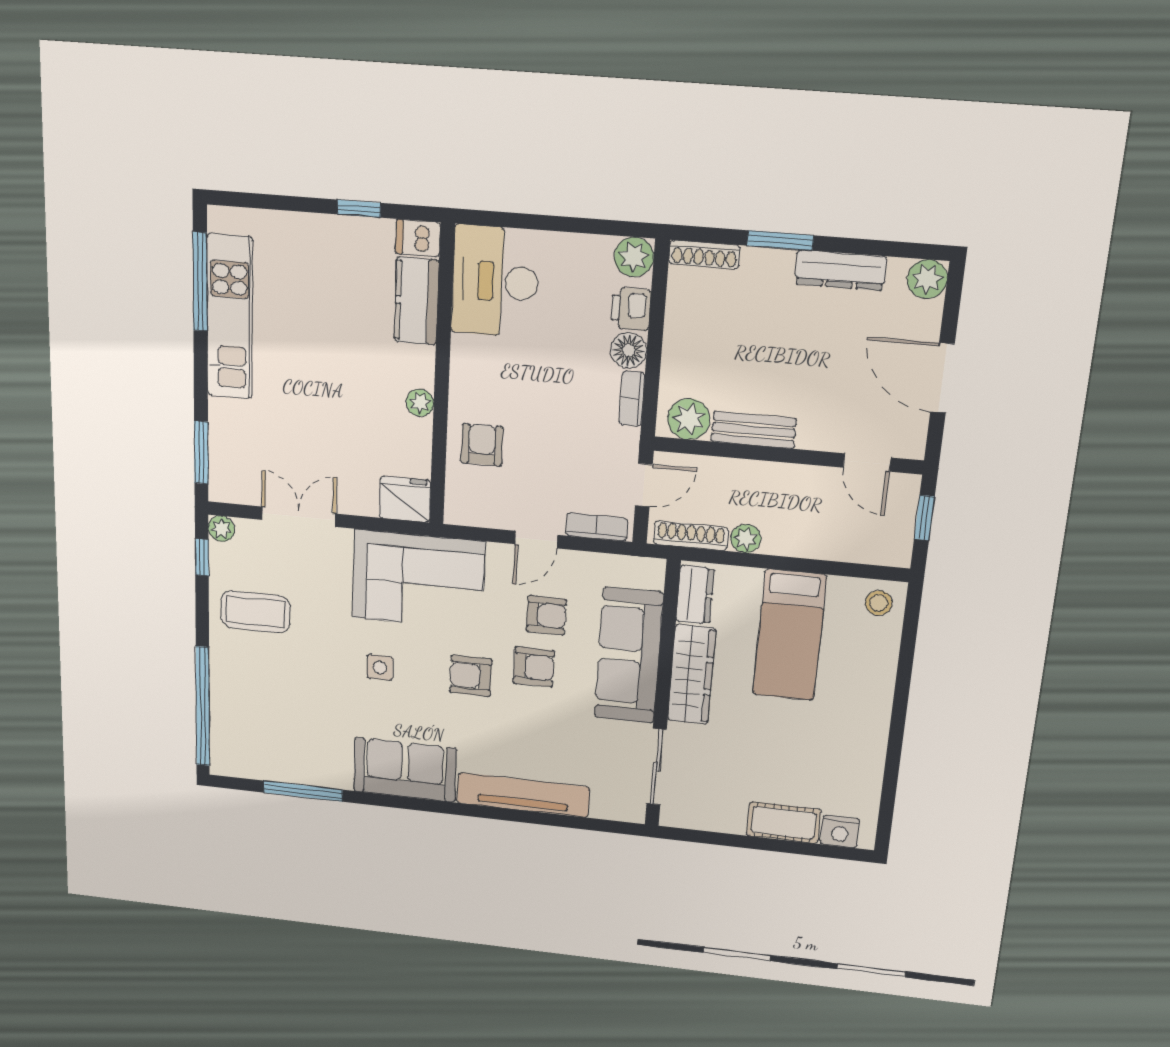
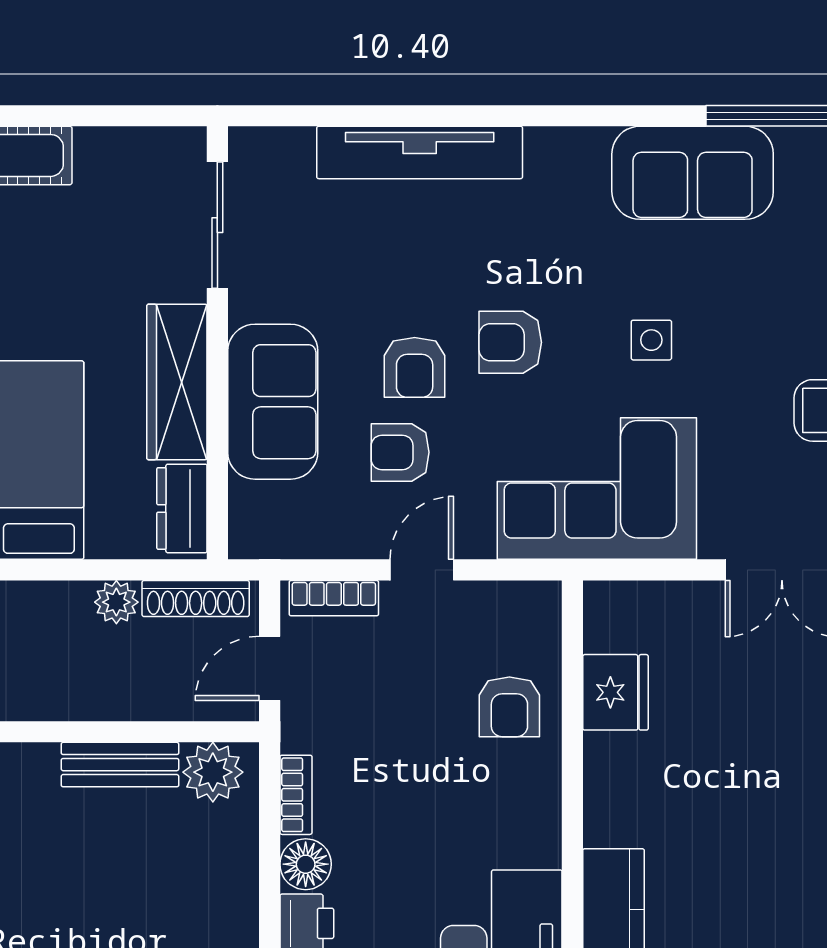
plant: (420, 403) -> (603, 761), removed
fridge: (405, 499) -> (616, 692), moved, turned -90
sofa: (629, 656) -> (273, 402), width x0.73
armchair: (534, 667) -> (415, 367), turned -90
armchair: (471, 676) -> (510, 342), turned 180
sofa: (405, 770) -> (693, 173), moved

